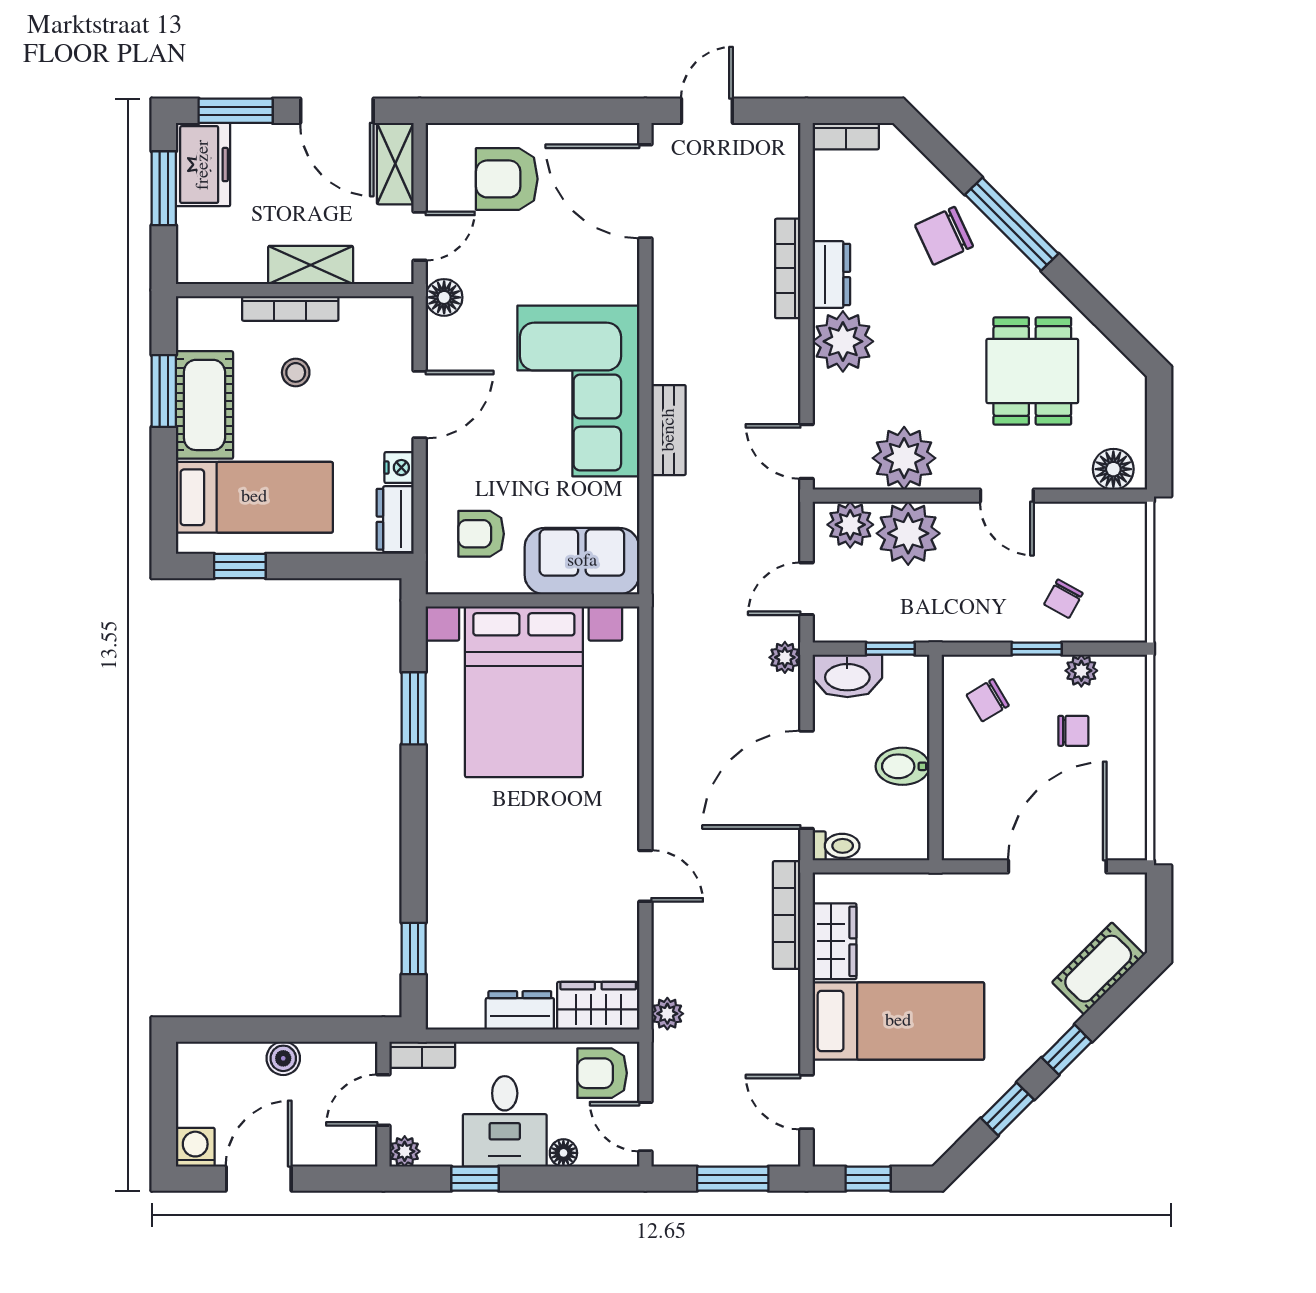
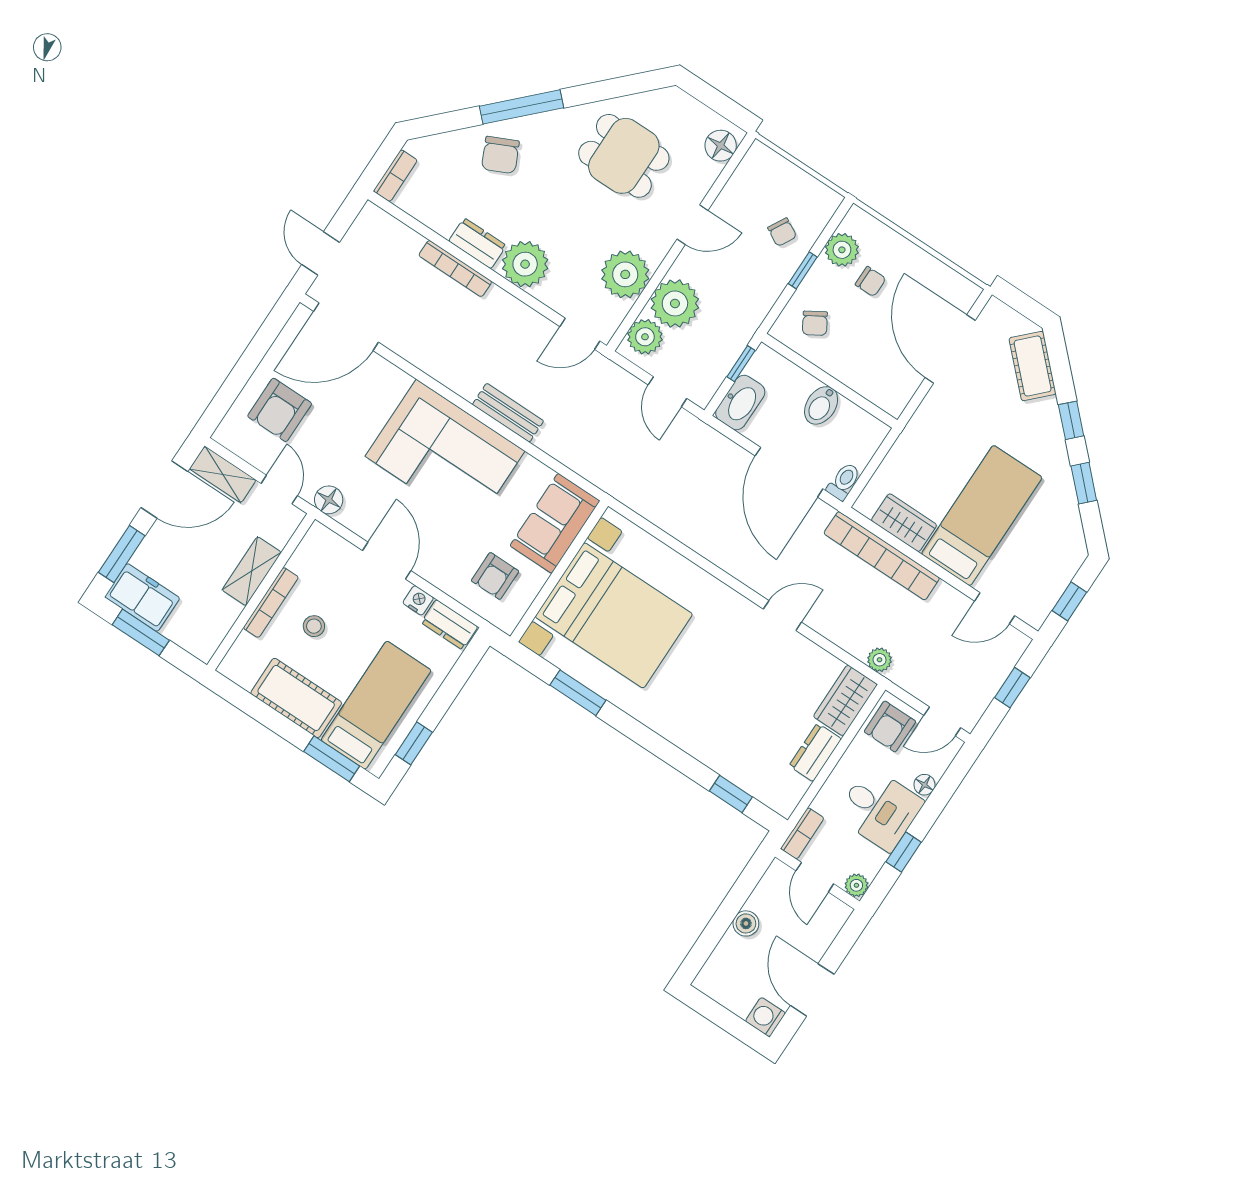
window: (164, 391) -> (332, 759), moved
plant: (785, 657) -> (702, 434), removed
plant: (1081, 671) -> (842, 250), width x1.38, depth x1.38
chair: (1073, 731) -> (871, 282), turned 90
bookcase: (787, 915) -> (882, 556), width x1.48, depth x1.31
window: (733, 1179) -> (1012, 688), width x0.67

